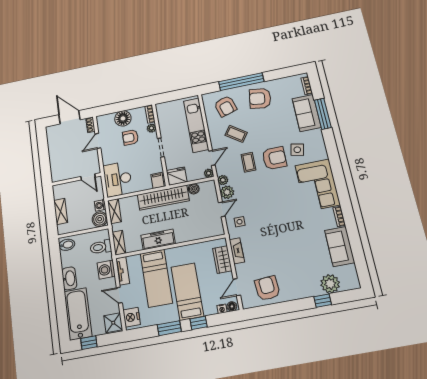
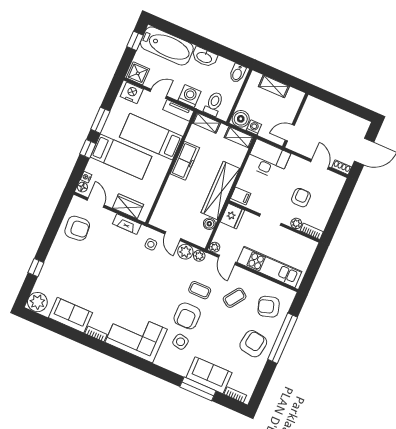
floor lamp: (123, 118) -> (326, 203), removed
plant: (330, 284) -> (37, 302), moved

